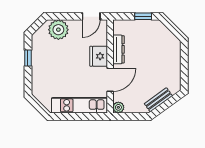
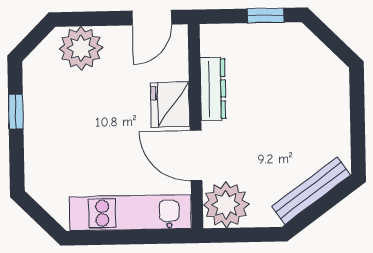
door: (110, 80) -> (196, 156), swing flipped
bench: (158, 100) -> (311, 191), width x1.36
plant: (118, 107) -> (226, 205), width x1.87, depth x1.87

